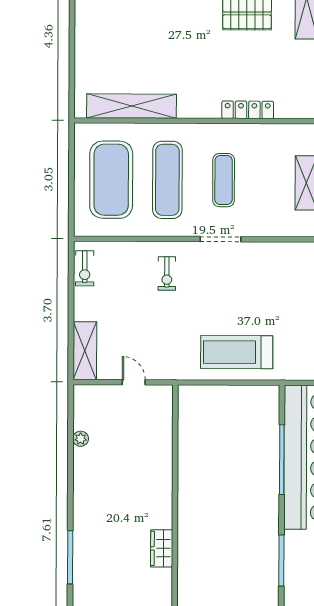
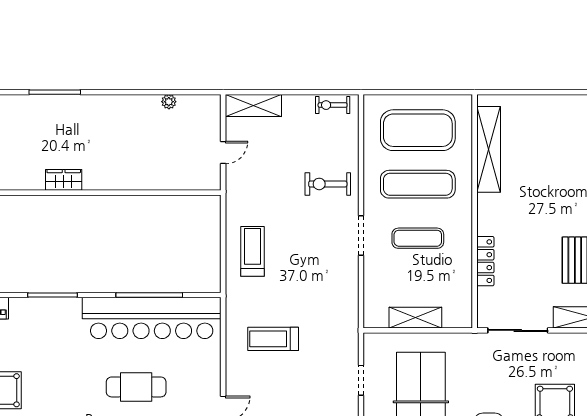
exercise bike: (167, 274) -> (328, 184), width x1.38, depth x1.39
treadmill: (237, 352) -> (252, 251), width x0.73, depth x0.73

